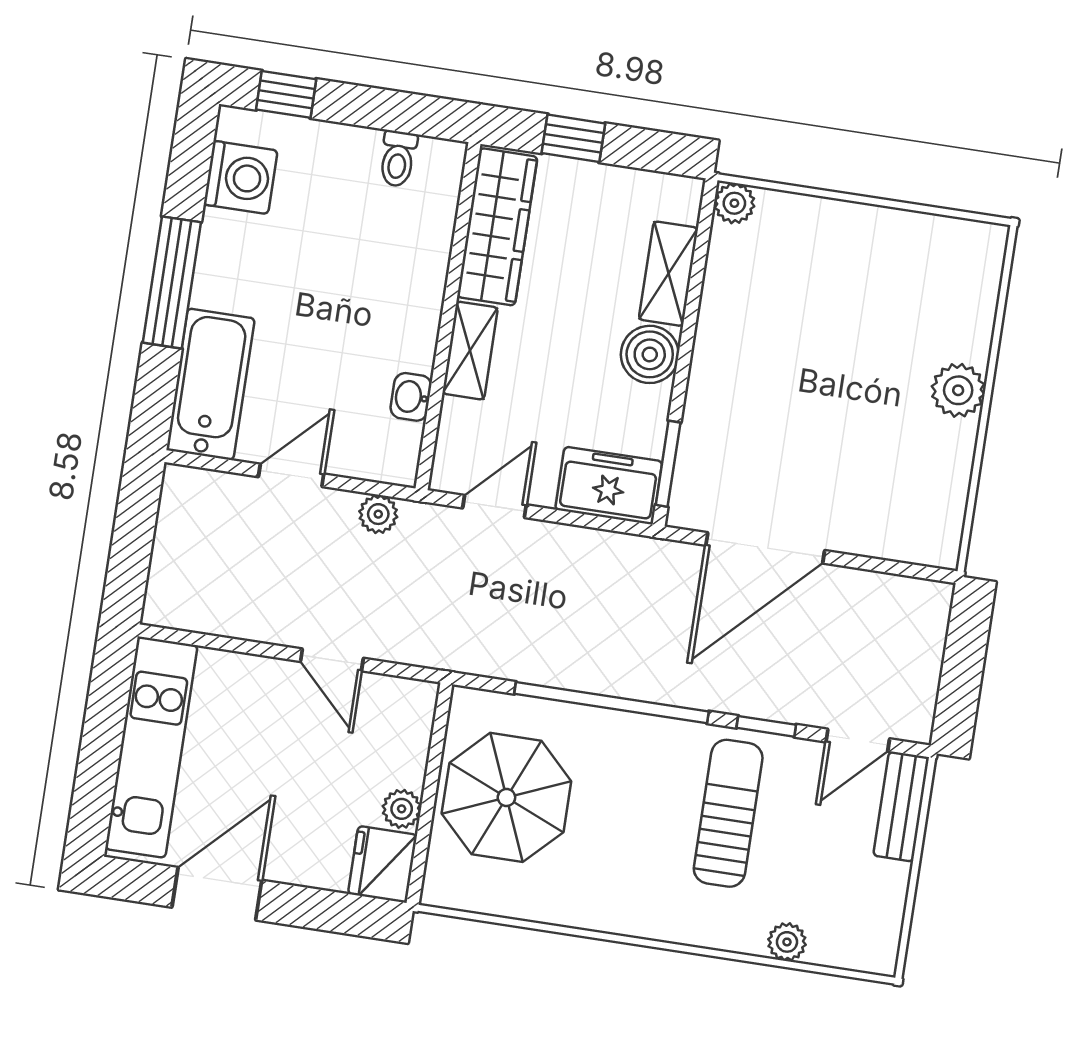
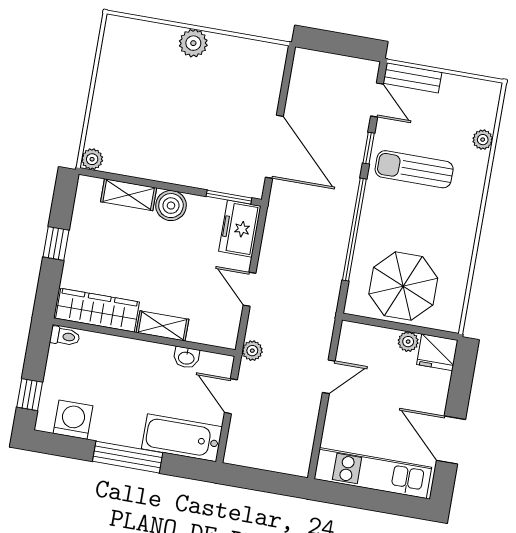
wardrobe: (497, 227) -> (97, 310), moved
wall: (448, 316) -> (144, 337), moved
shelving: (470, 351) -> (163, 326), moved
washbasin: (411, 397) -> (186, 358), moved

